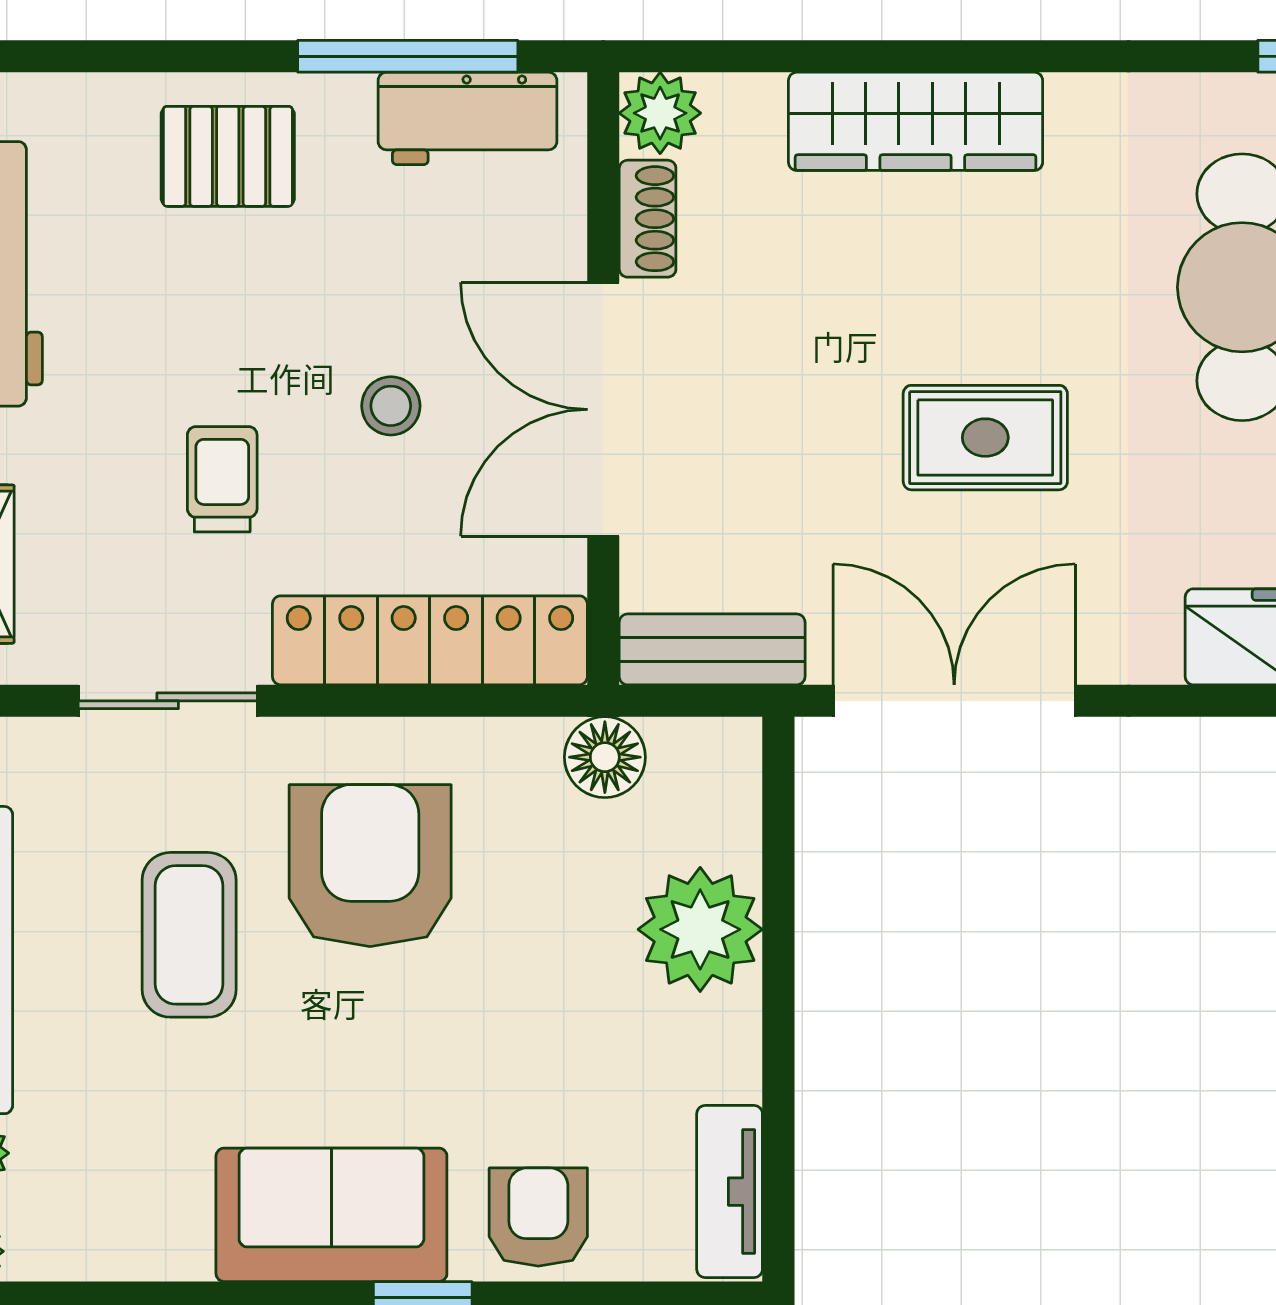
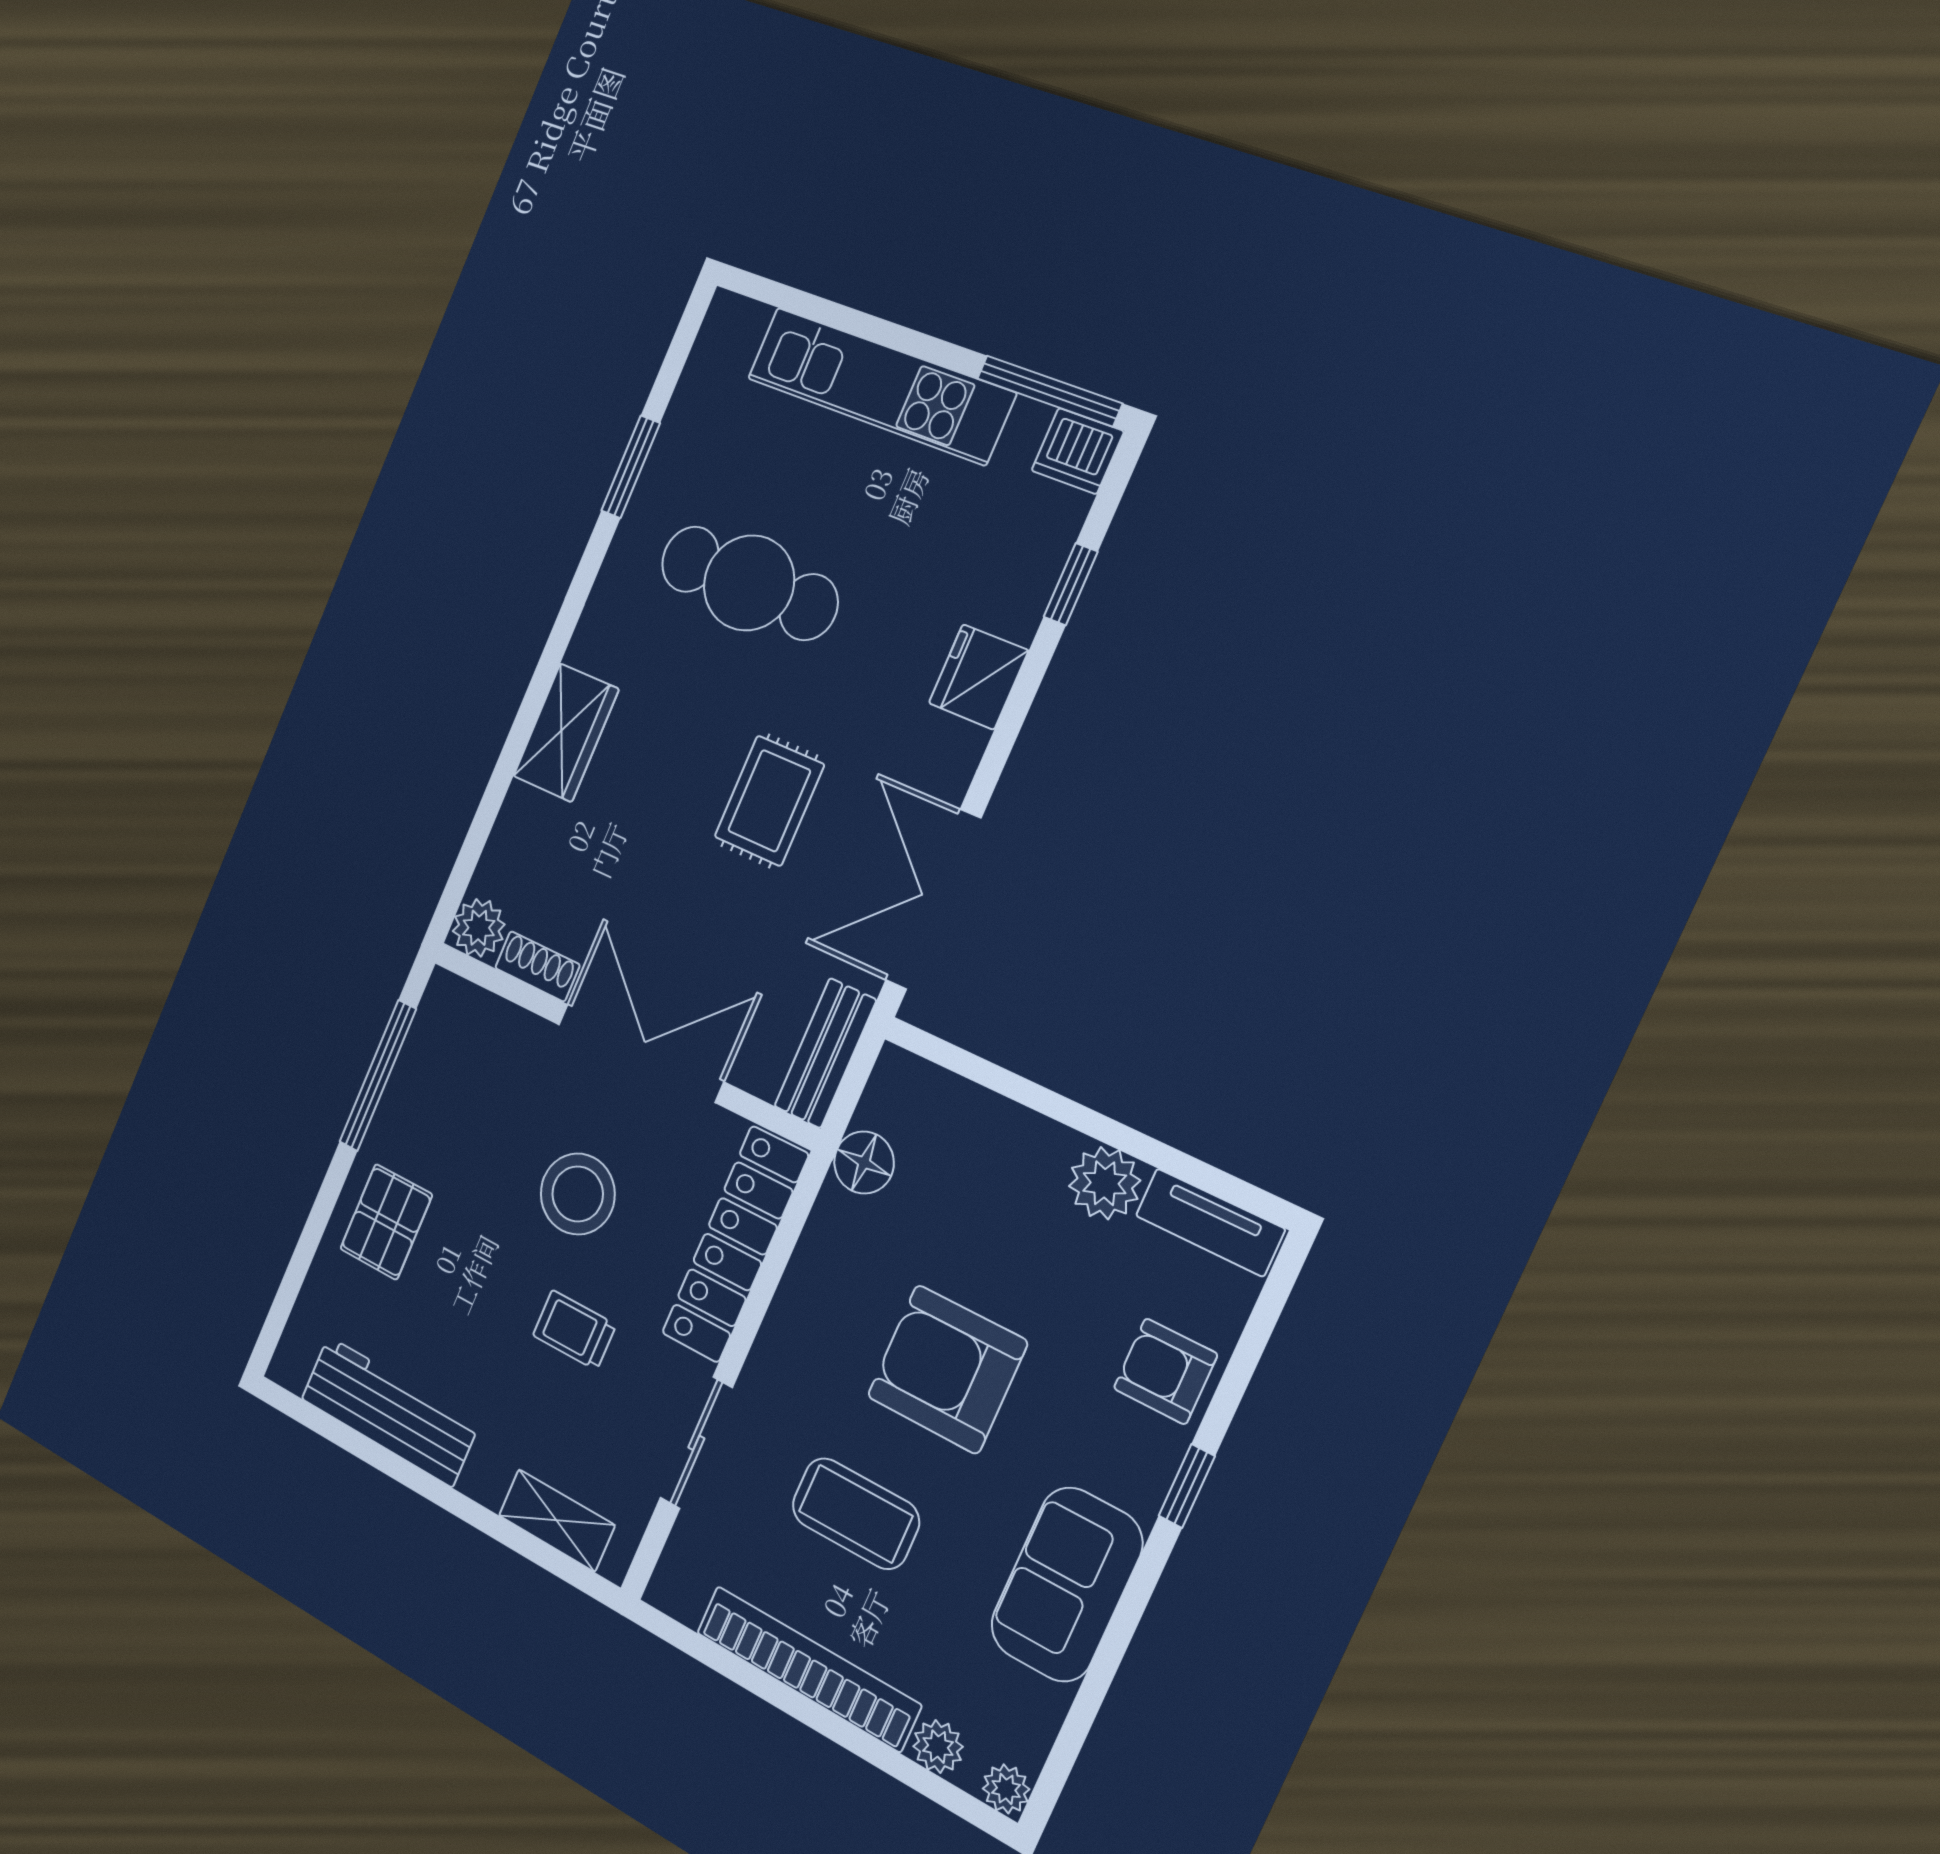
workbench: (467, 118) -> (429, 1055), removed
wardrobe: (916, 121) -> (566, 733), width x0.67
stool: (391, 406) -> (578, 1194), width x1.89, depth x1.89
double door: (603, 409) -> (640, 1053), swing flipped
armchair: (370, 866) -> (947, 1369), moved
plant: (700, 929) -> (1105, 1183), moved, width x0.73, depth x0.73
sofa: (331, 1215) -> (1067, 1584), moved

